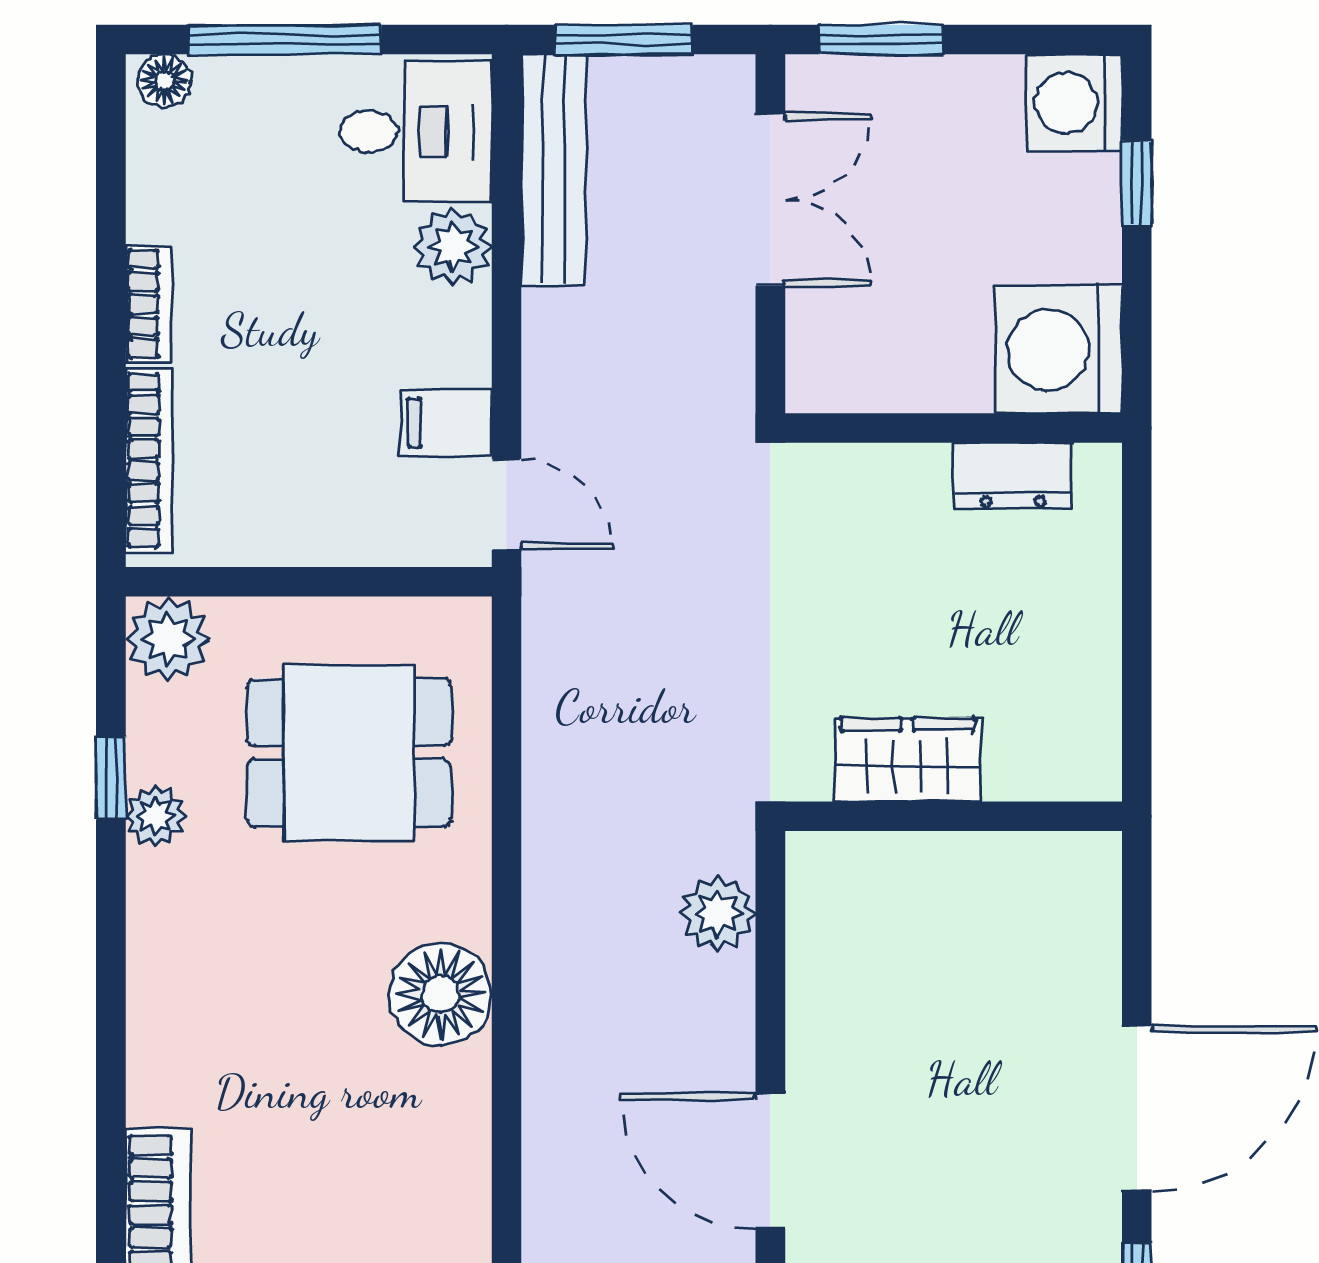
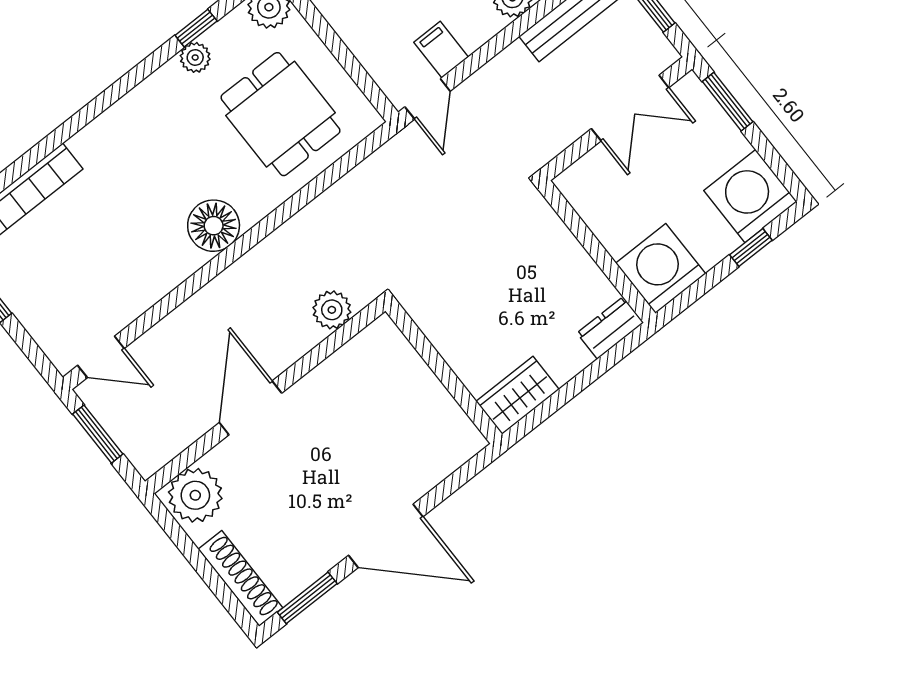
washing machine: (1074, 103) -> (750, 196), width x1.37, depth x1.37
dresser: (1013, 476) -> (610, 328), moved, turned 90
wardrobe: (907, 760) -> (518, 395), moved, turned -90

